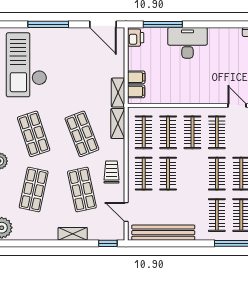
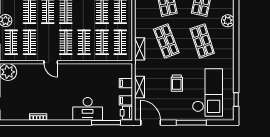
filing cabinet: (136, 91) -> (126, 100), moved
shelving: (118, 93) -> (139, 87), moved
trolley: (111, 172) -> (177, 83), moved

